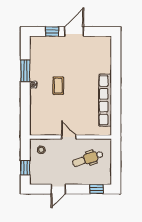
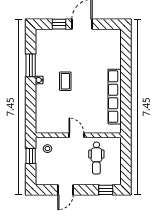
dental chair: (88, 159) -> (96, 158), turned -71
window: (25, 168) -> (31, 156), moved

